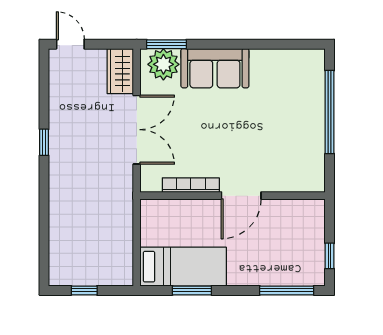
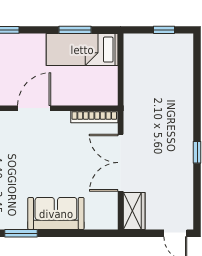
window: (167, 44) -> (21, 233), moved
plant: (163, 64) -> (98, 217), removed
bookcase: (191, 185) -> (94, 117), moved

